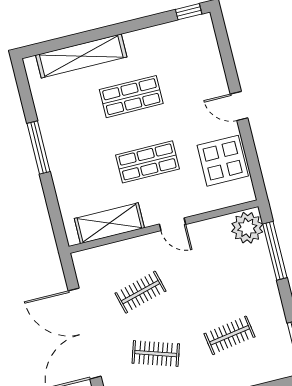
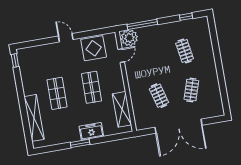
door: (239, 106) -> (66, 38), swing flipped
window: (38, 147) -> (80, 143), width x0.69
freezer: (63, 167) -> (91, 131), added
door: (173, 224) -> (121, 56), moved

